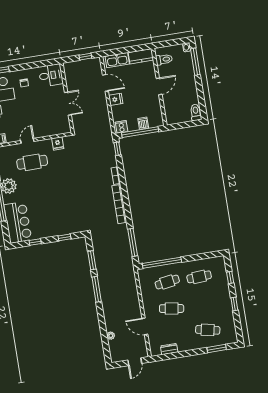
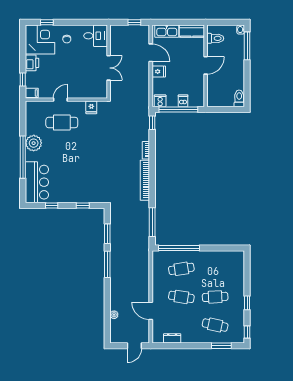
cafe table: (199, 277) -> (215, 297), moved
window: (230, 278) -> (247, 332), moved

